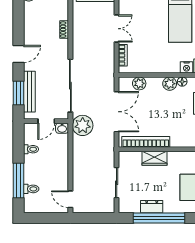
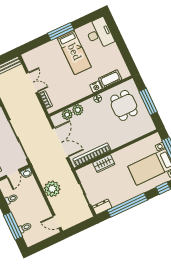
plant: (170, 84) -> (78, 110), moved
plant: (83, 125) -> (52, 189), moved
dresser: (152, 207) -> (102, 207), moved

